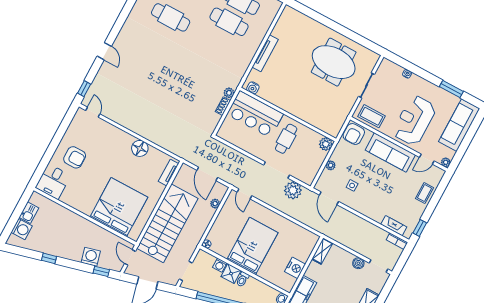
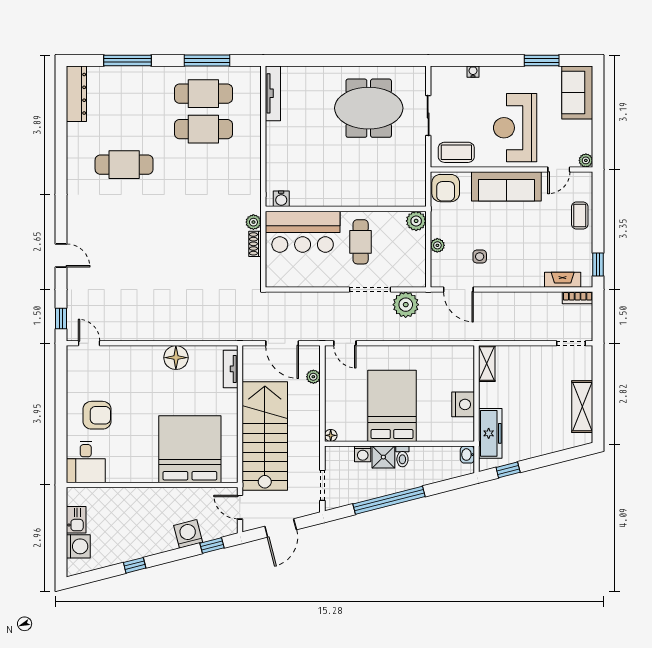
tv unit: (265, 53) -> (273, 93), moved
sofa: (459, 125) -> (577, 93), width x0.73
boiler: (358, 263) -> (543, 354), removed

